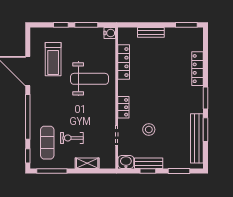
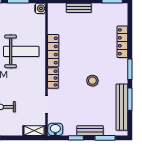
locker: (124, 62) -> (53, 51), moved
stool: (149, 130) -> (92, 81), moved
shelving: (87, 163) -> (34, 131), moved
bench: (149, 163) -> (90, 131), moved

